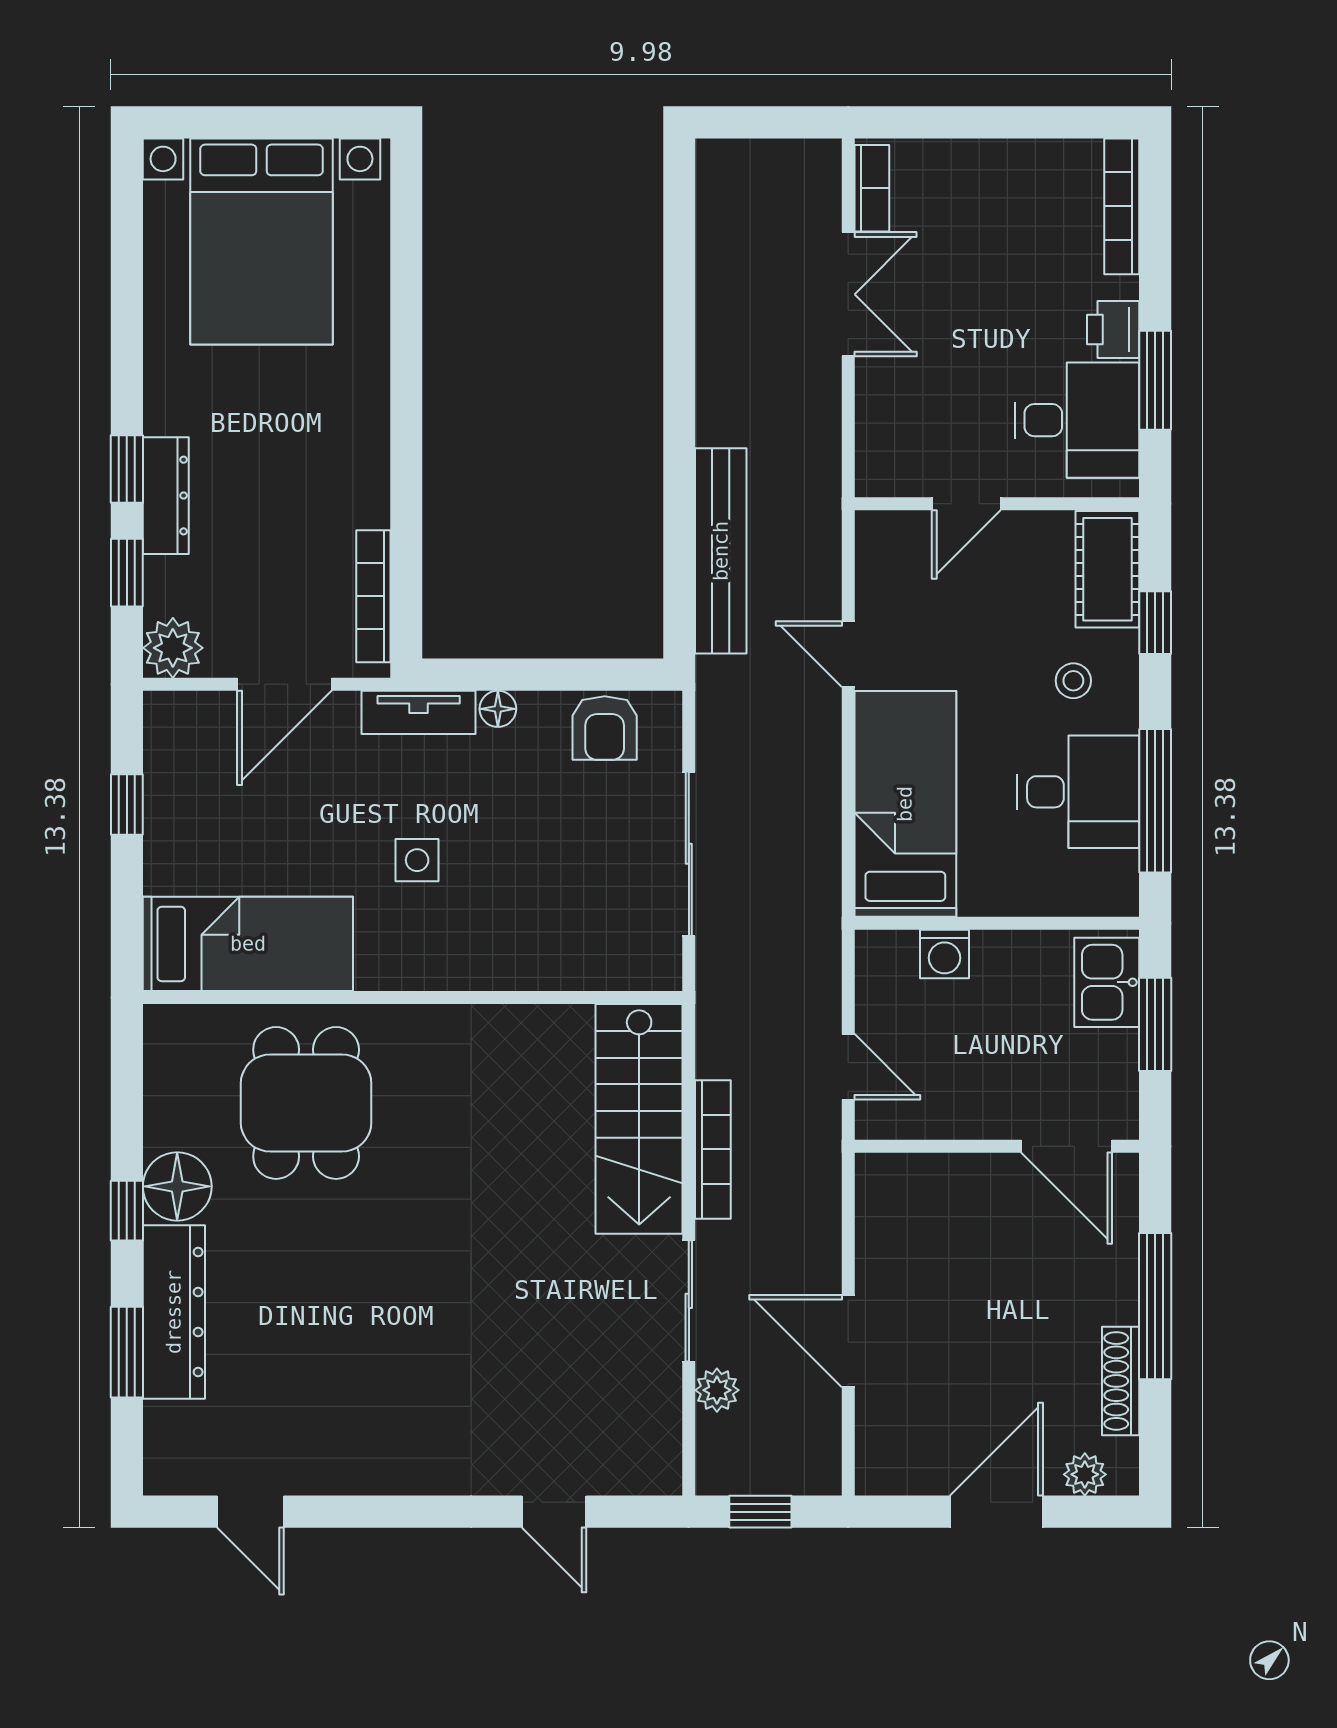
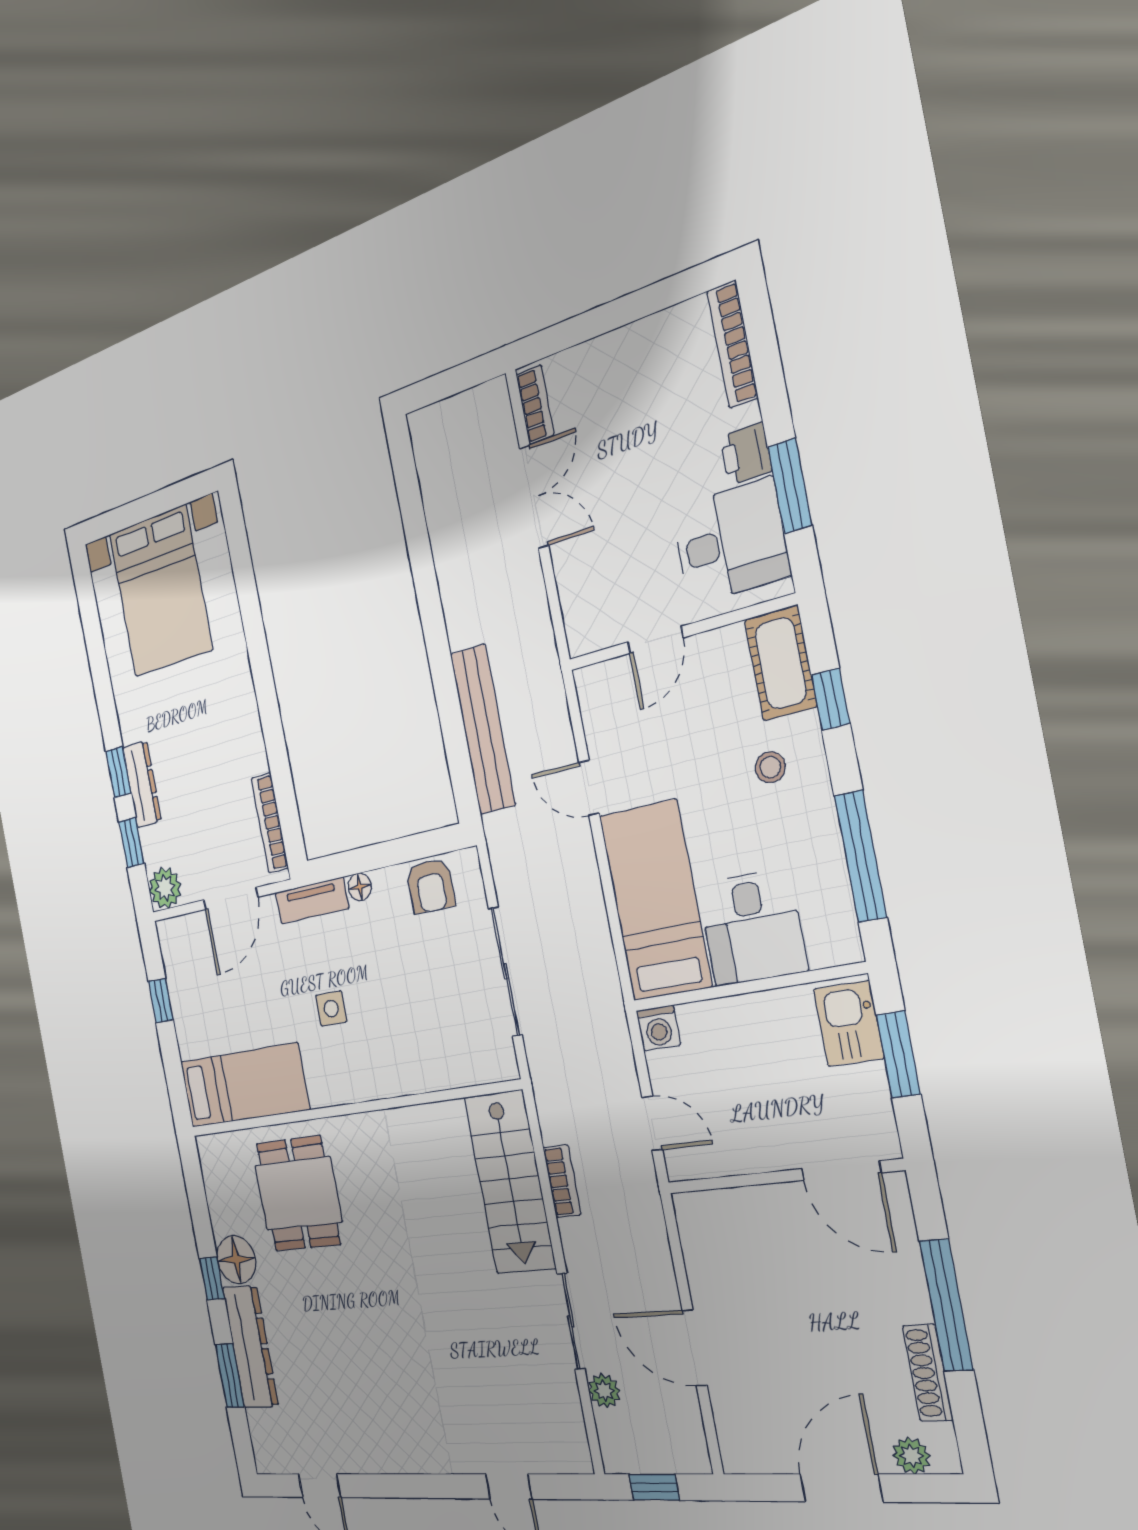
desk: (1078, 792) -> (752, 927), moved, turned 90
washing machine: (944, 954) -> (658, 1028), moved
bookcase: (713, 1149) -> (562, 1181), width x0.64

